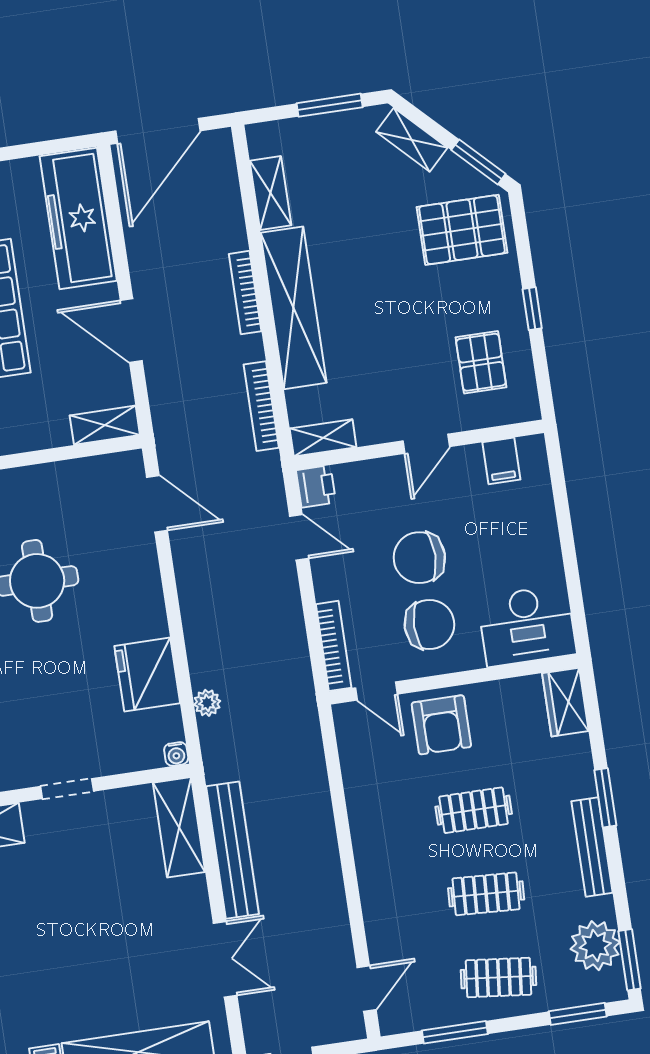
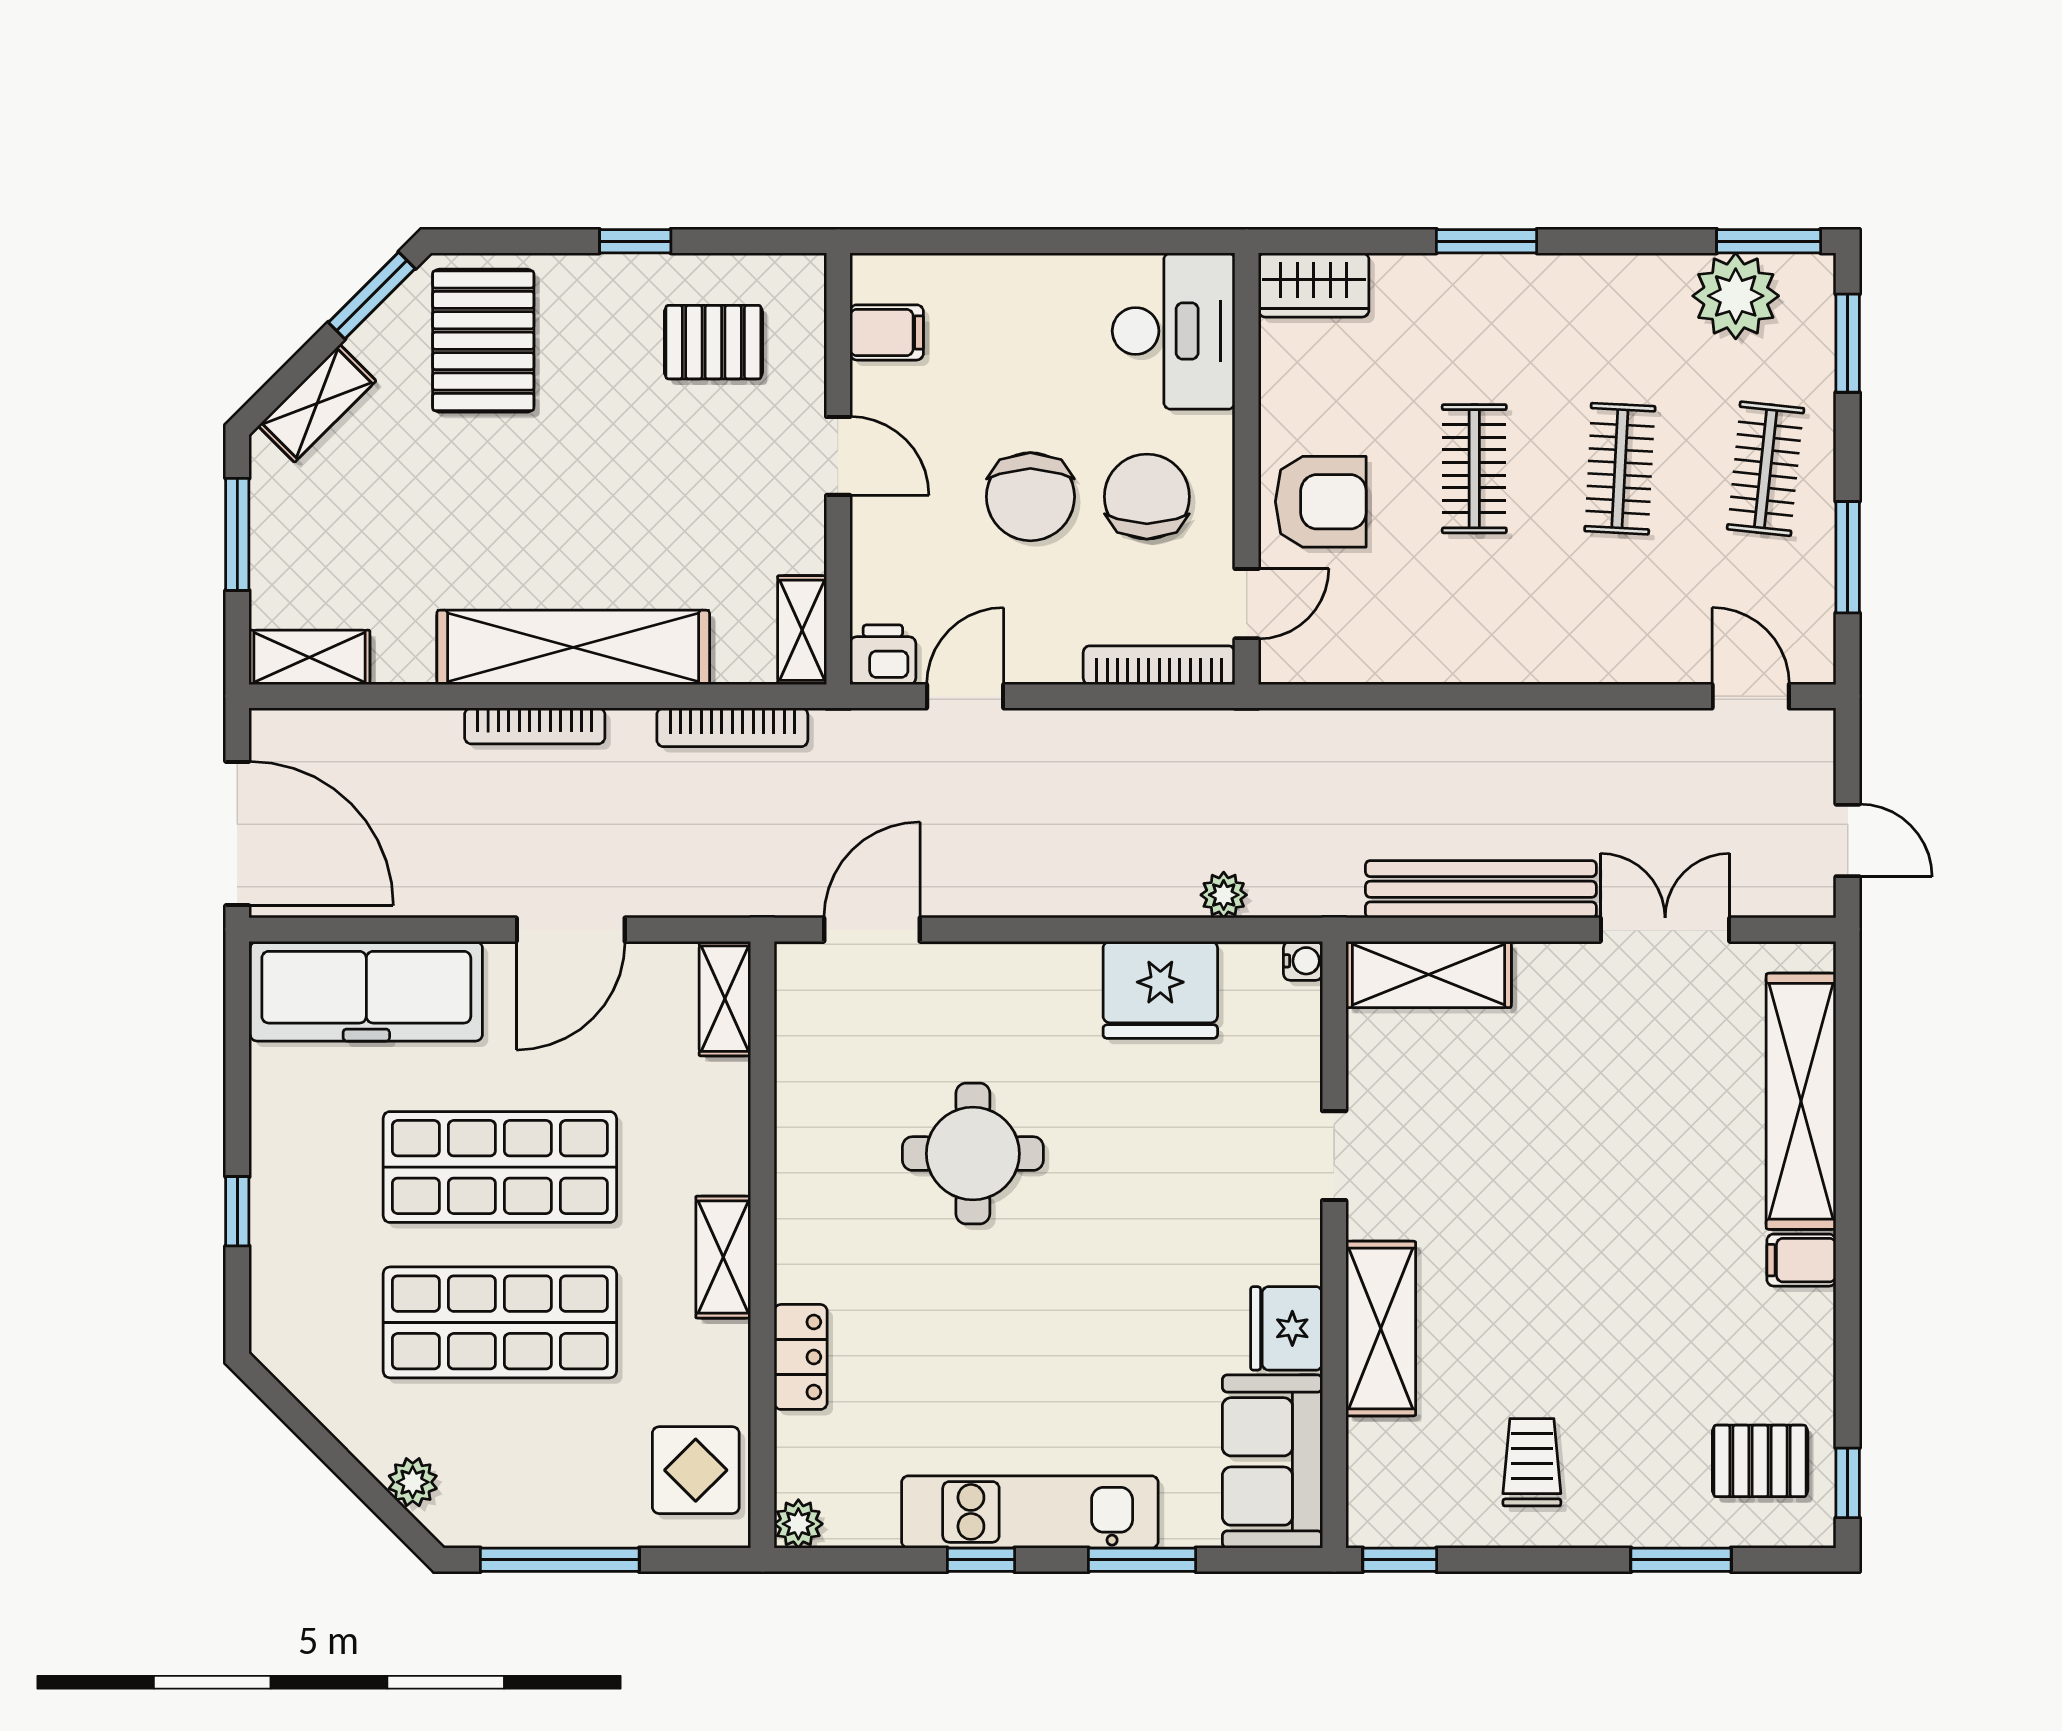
shelving: (270, 193) -> (309, 657), moved
bench: (592, 847) -> (1567, 276), removed

